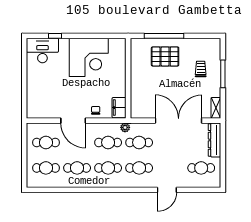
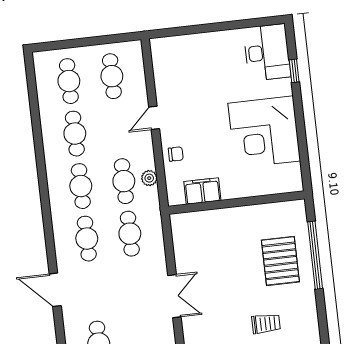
filing cabinet: (119, 108) -> (202, 191), moved
door: (73, 121) -> (154, 118), width x0.53
double door: (179, 121) -> (174, 296), width x0.54
plant: (125, 127) -> (149, 178), moved

